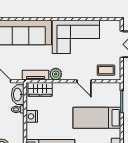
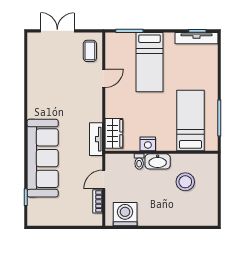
corner sofa: (76, 37) -> (48, 89), removed
plant: (56, 74) -> (95, 114), removed
washbasin: (18, 95) -> (158, 161), moved

